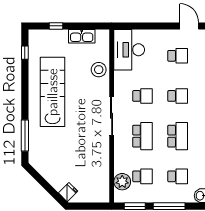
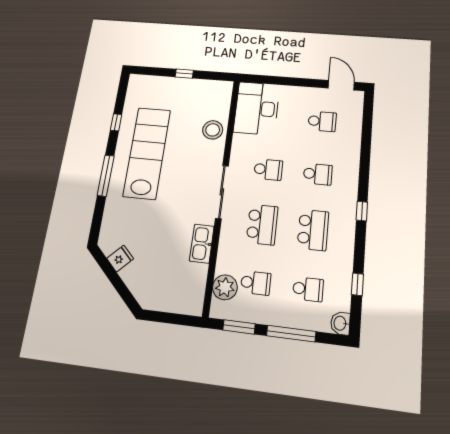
window: (56, 26) -> (184, 74), moved
kitchen sink: (82, 36) -> (202, 244), moved, turned 90
window: (25, 53) -> (116, 122), moved
window: (25, 135) -> (106, 176), moved
fridge: (68, 192) -> (120, 259), moved

